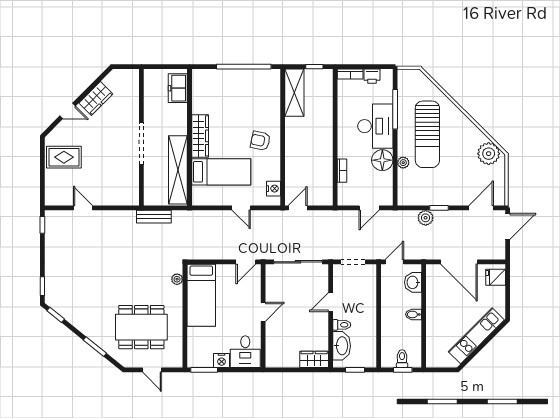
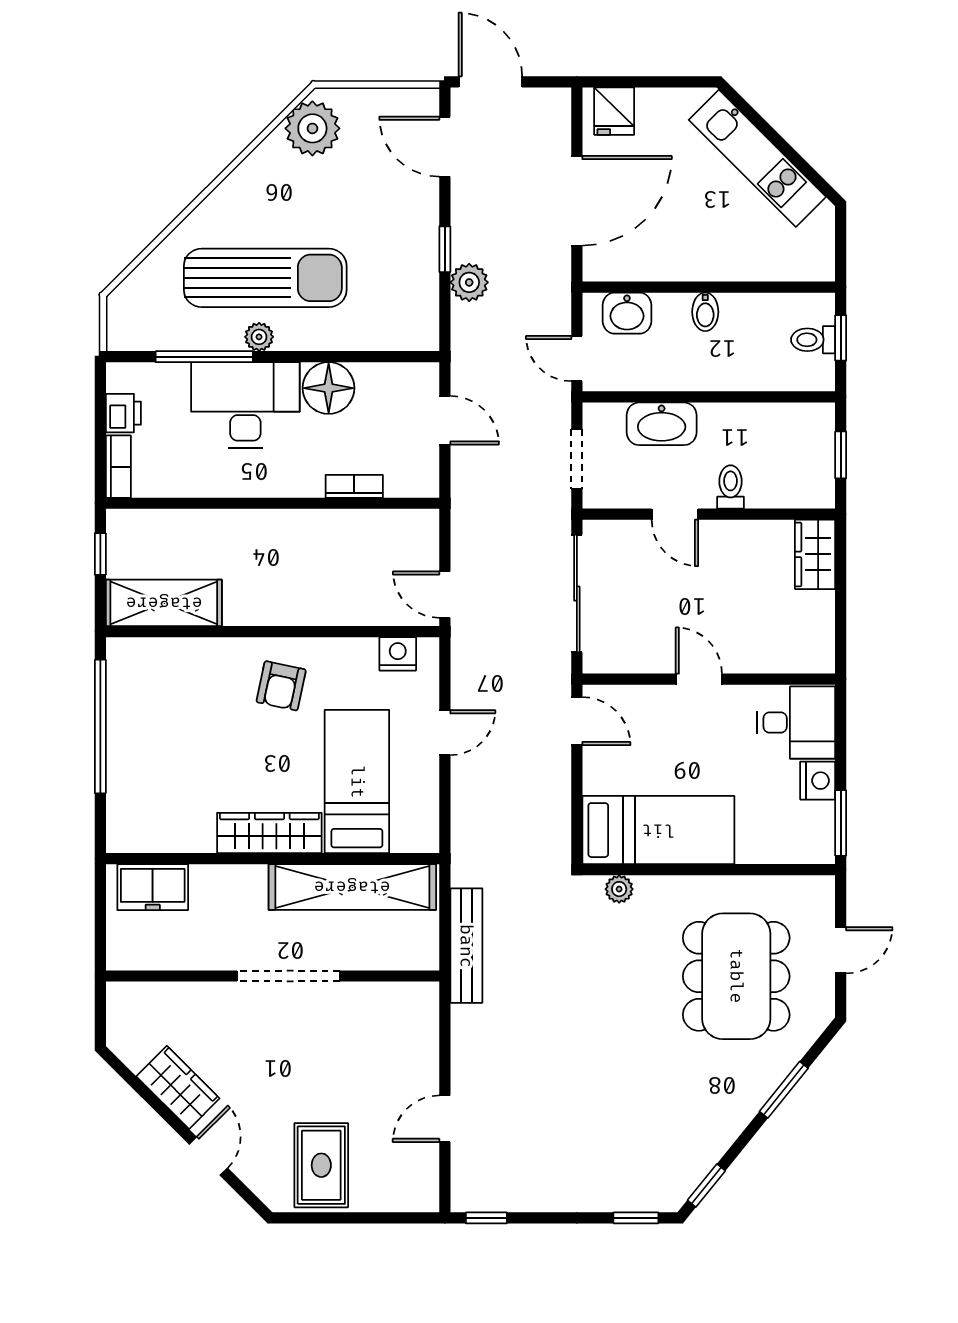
plant: (403, 163) -> (259, 337), moved
bench: (154, 217) -> (466, 946), width x1.36
washbasin: (342, 346) -> (662, 424), moved, turned 180

